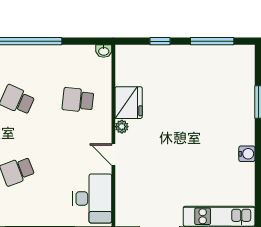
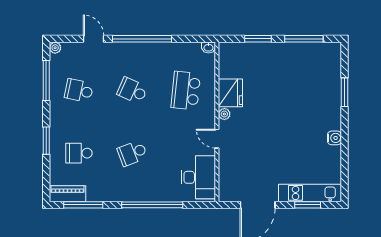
window: (160, 41) -> (258, 39), width x1.50
school desk: (78, 100) -> (186, 91), width x1.85

